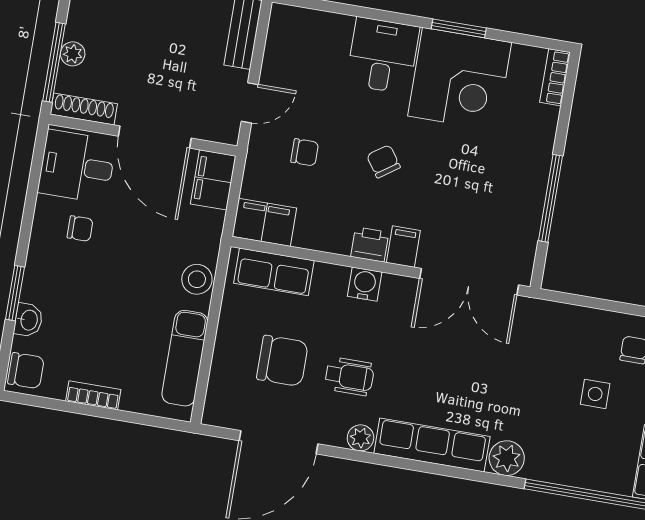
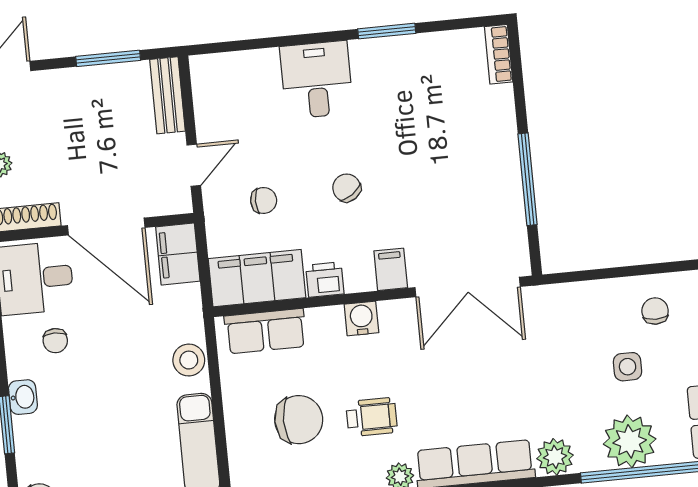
corner desk: (460, 79) -> (402, 83), removed
filing cabinet: (264, 222) -> (257, 278), width x1.50, depth x1.17
chair: (80, 229) -> (55, 341), turned 90
printer: (370, 244) -> (325, 280), moved
washbasin: (28, 320) -> (23, 397), moved
plant: (579, 463) -> (630, 441), added

